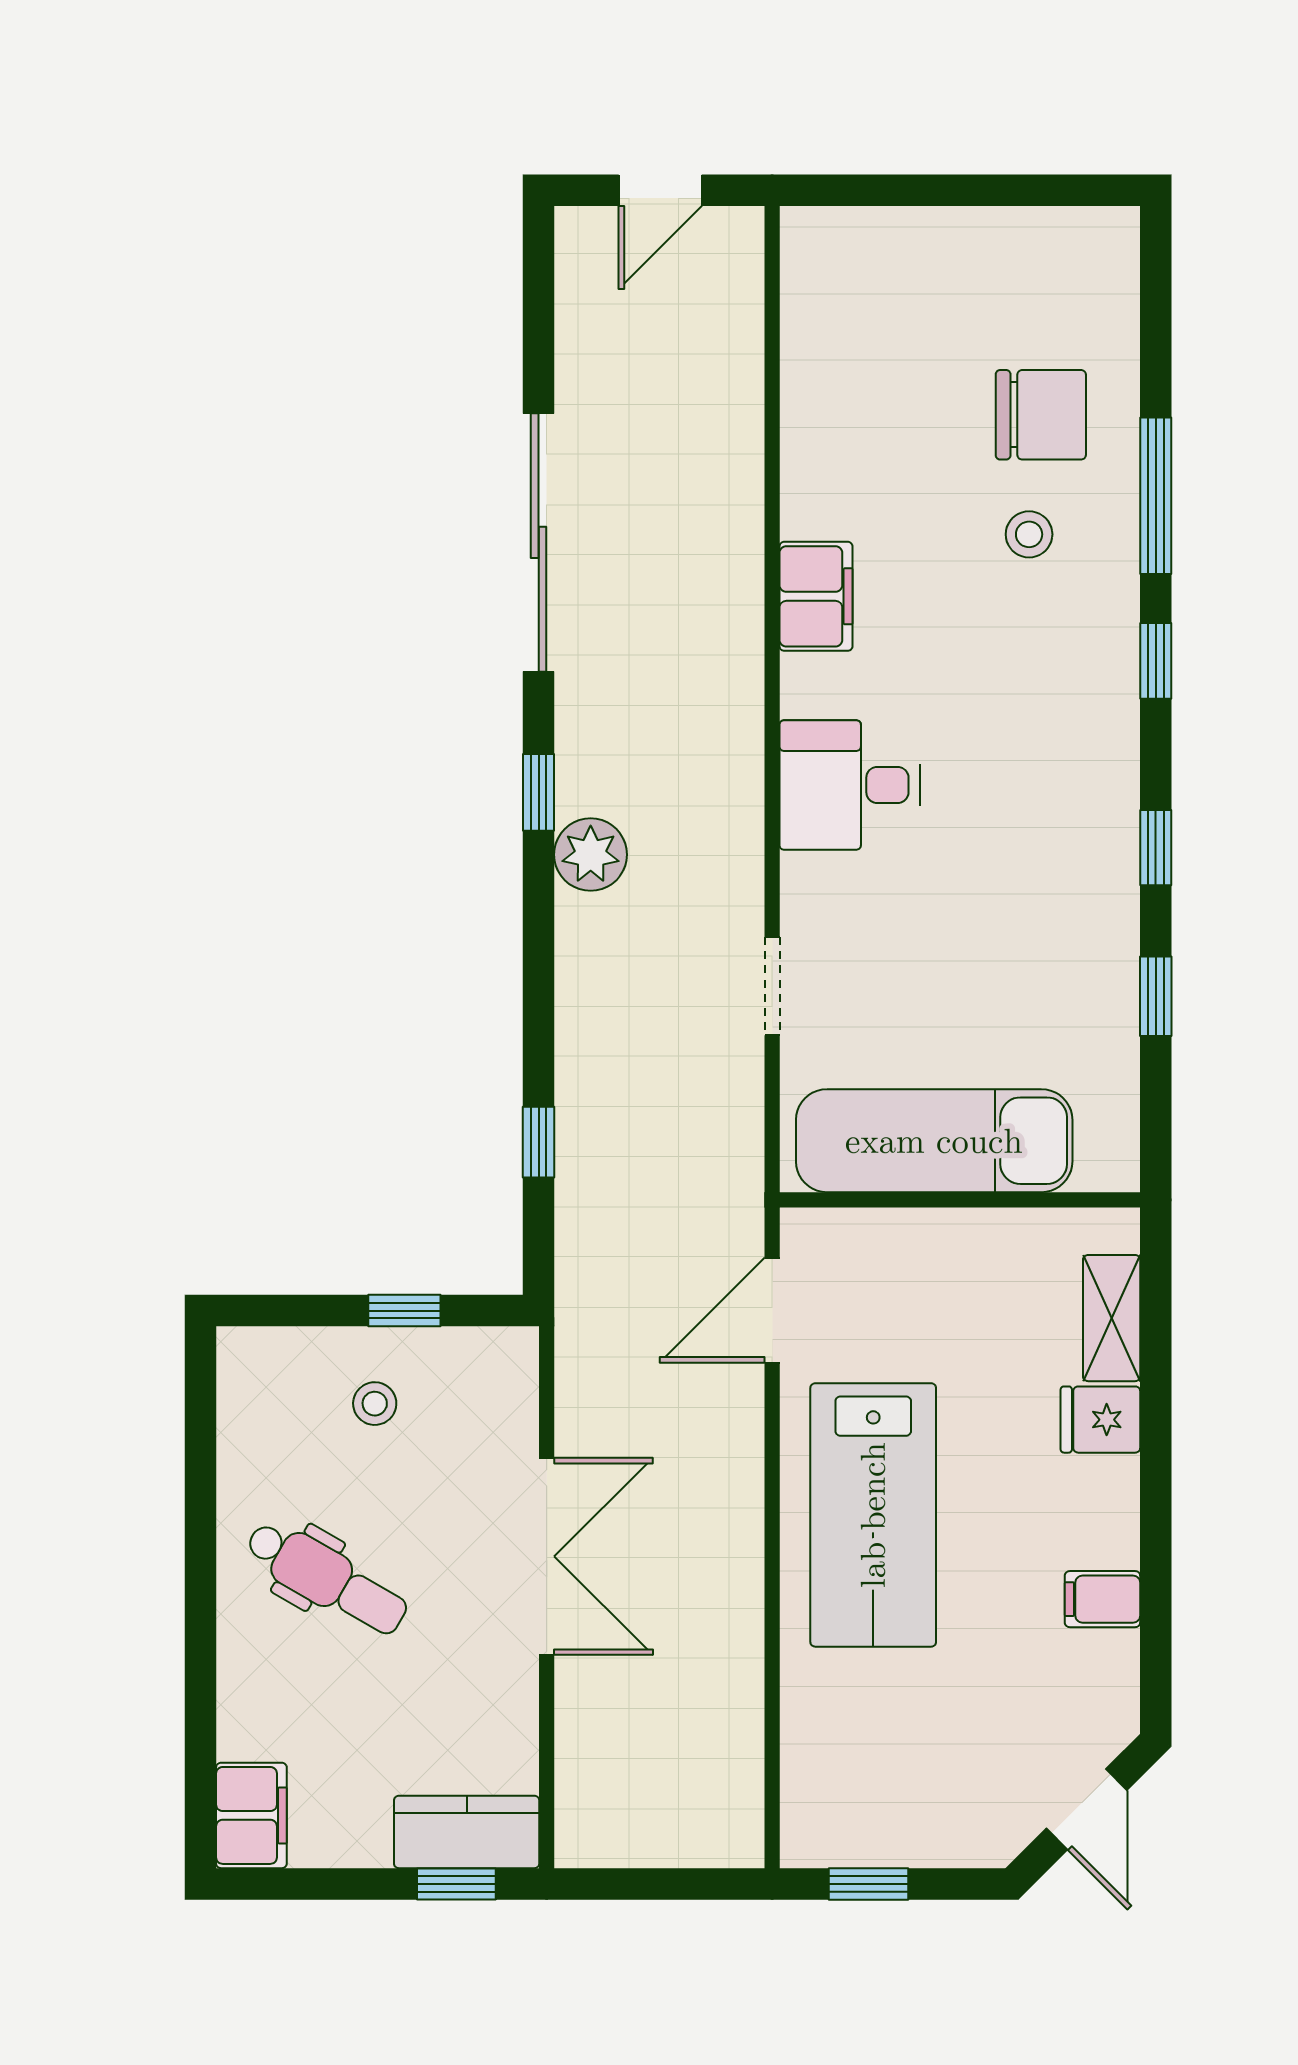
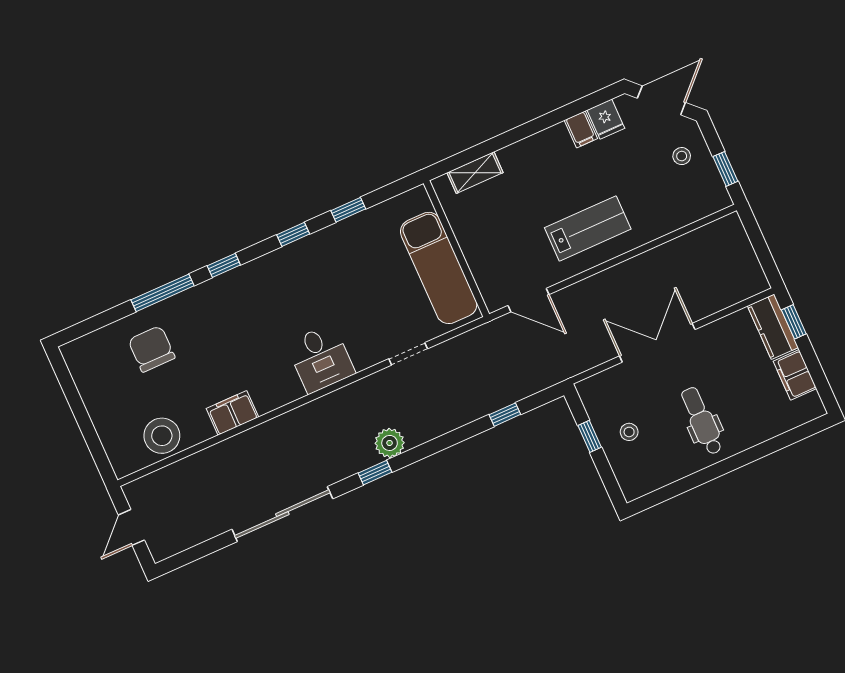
door: (660, 190) -> (131, 527), swing flipped
stool: (1029, 534) -> (162, 436), moved, width x1.89, depth x1.89
filing cabinet: (816, 596) -> (232, 413), moved
fridge: (1100, 1420) -> (606, 119), moved
lab bench: (873, 1515) -> (588, 228), width x0.73, depth x0.72
dental chair: (326, 1578) -> (702, 421), turned -30
stool: (941, 1799) -> (682, 156), added
door: (1087, 1809) -> (661, 100), width x1.38
filing cabinet: (251, 1815) -> (795, 375), moved, turned -90

